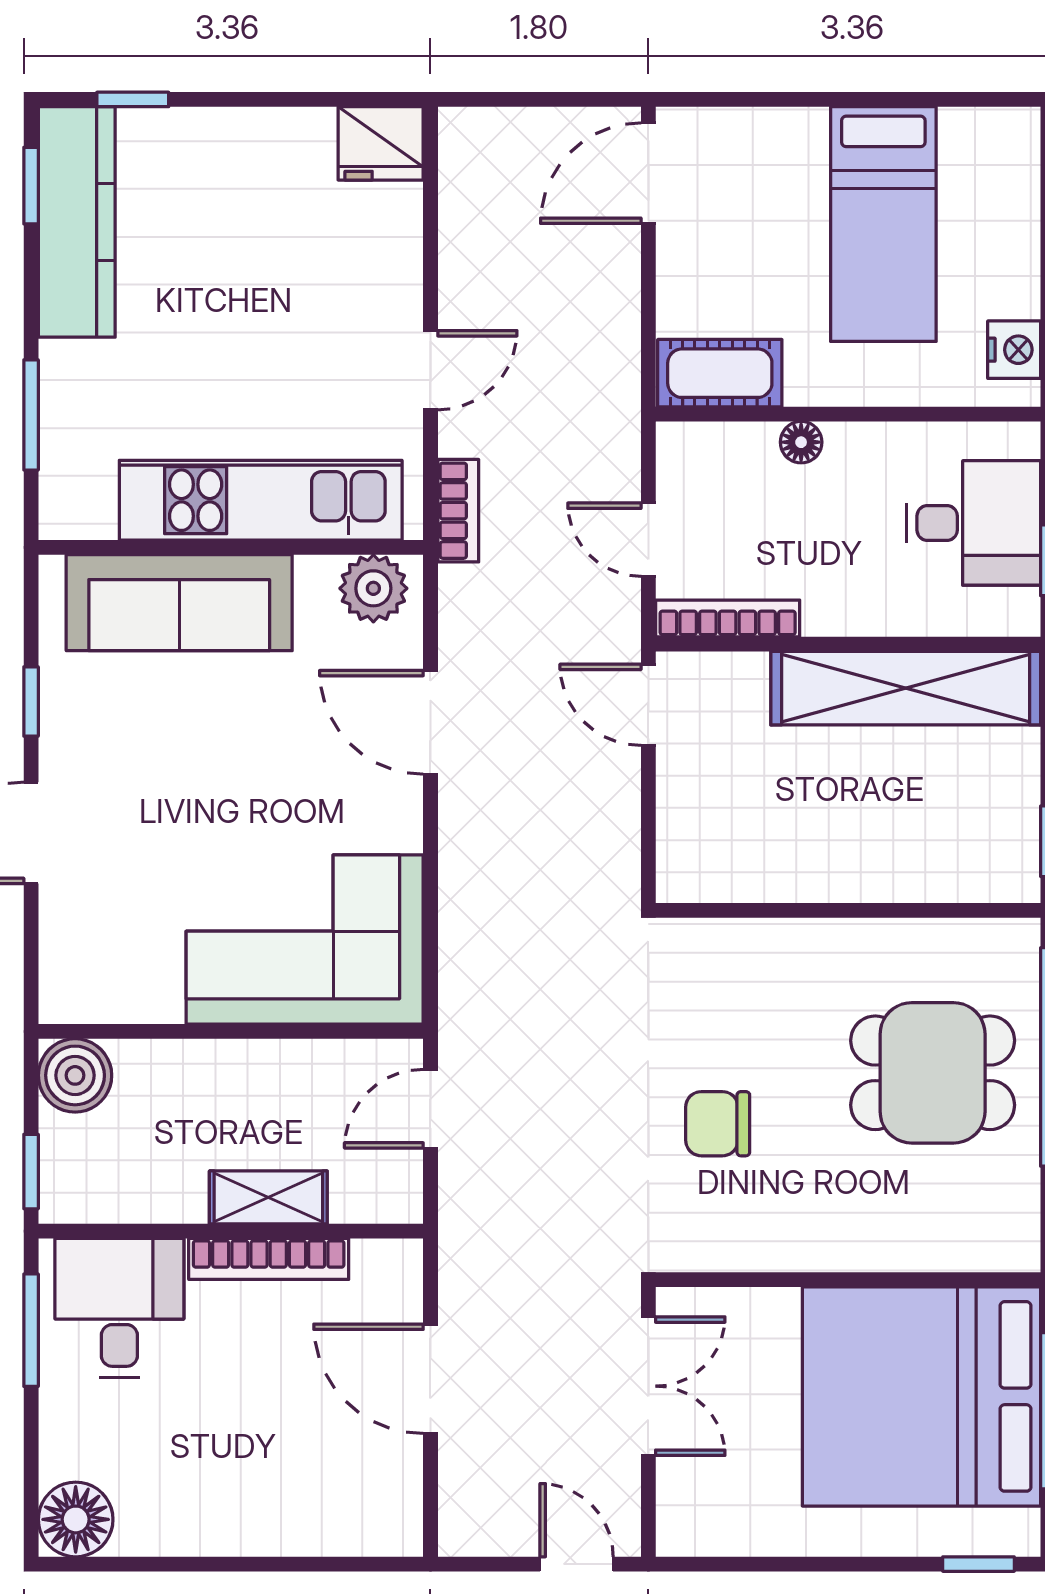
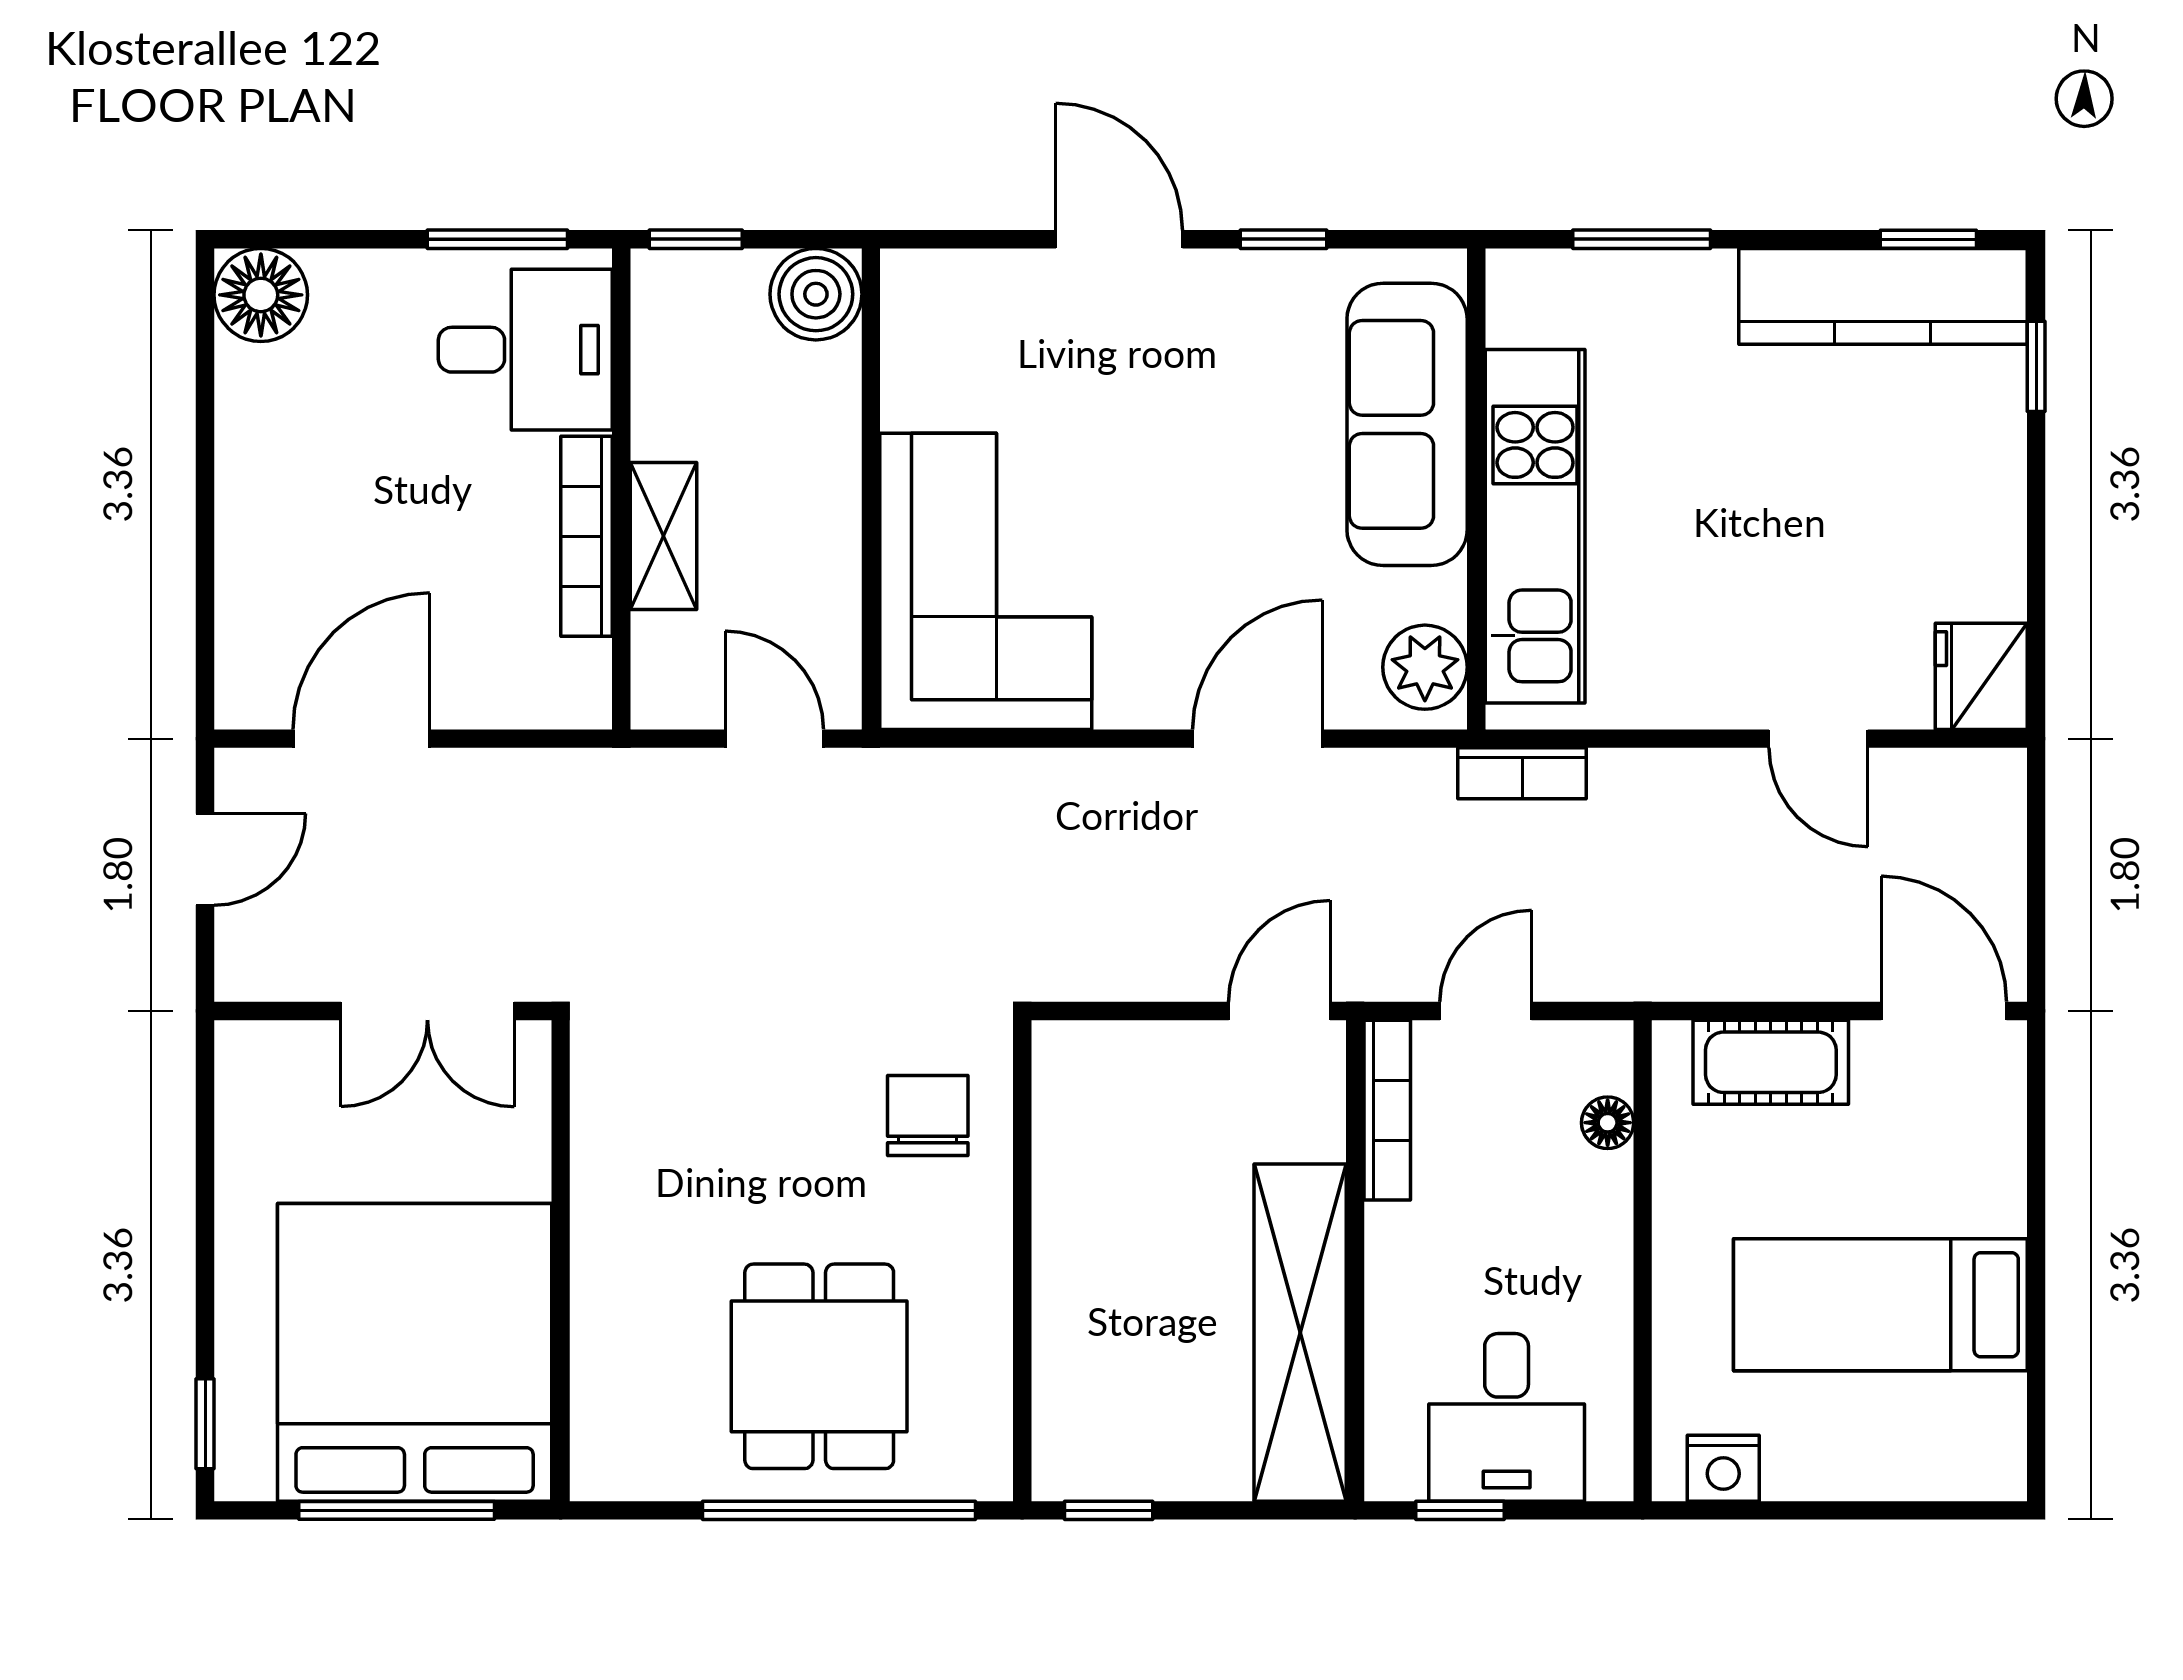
door: (430, 370) -> (1818, 739), moved
cot: (720, 373) -> (1771, 1062), moved, turned 90
floor lamp: (801, 442) -> (1608, 1123), moved
chair: (718, 1124) -> (928, 1115), moved
door: (430, 1379) -> (361, 739), moved
door: (577, 1564) -> (205, 859), moved

